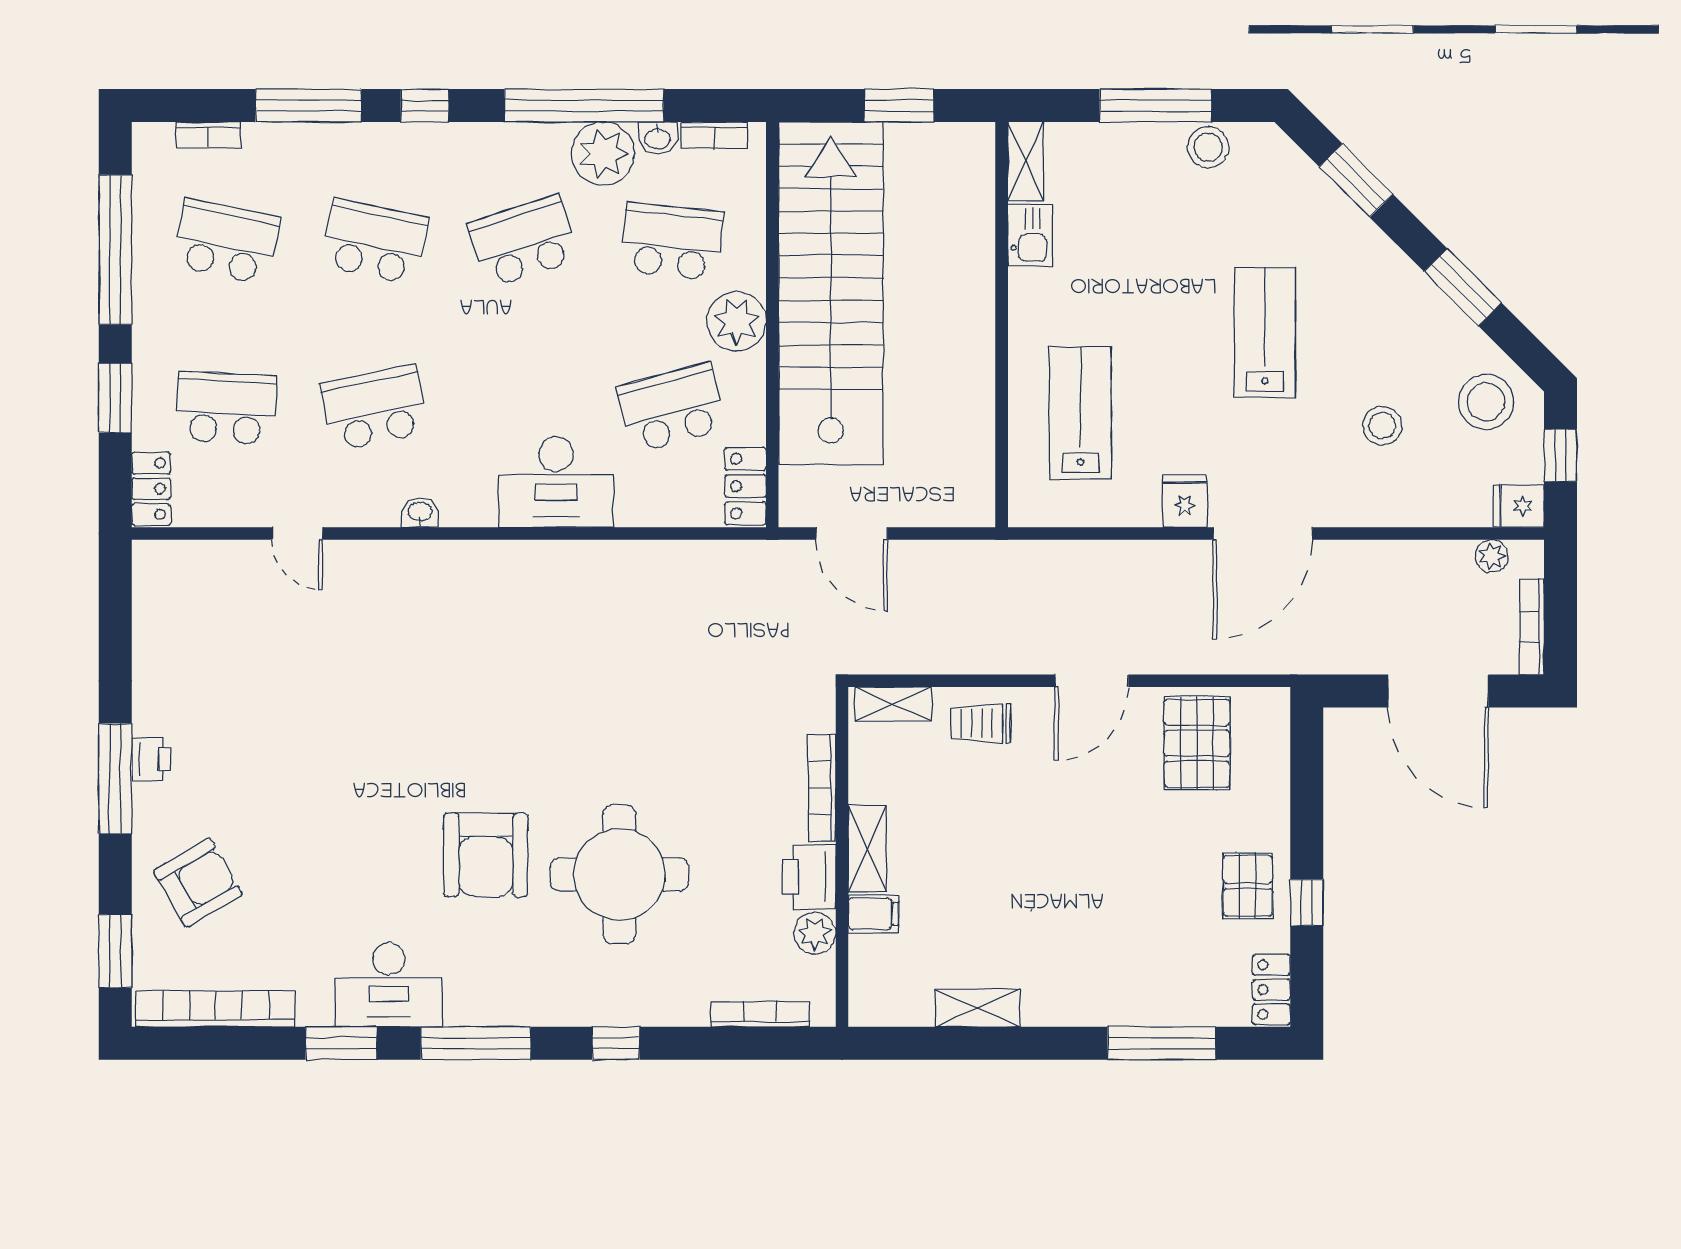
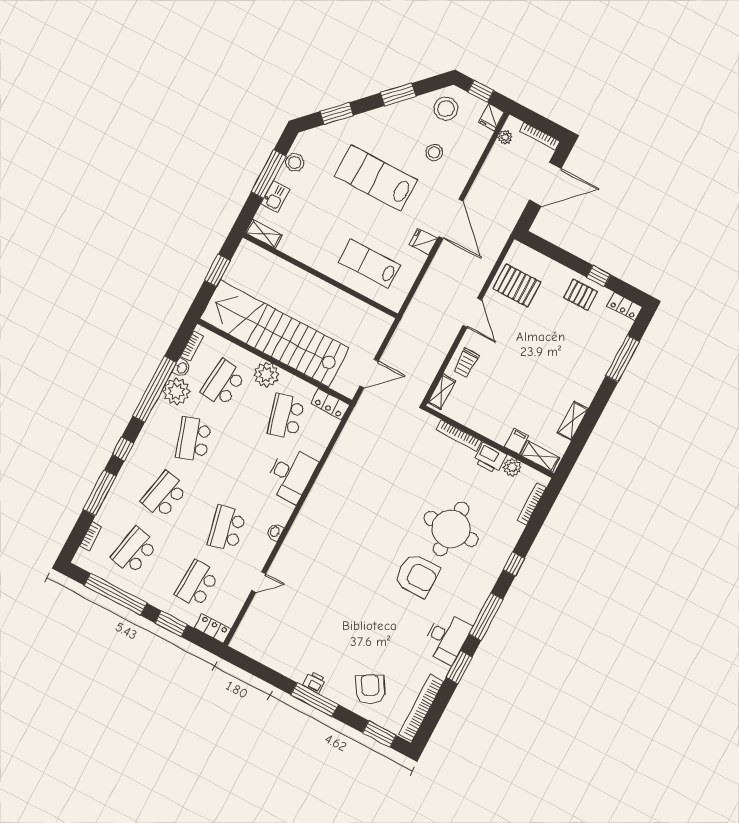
kitchen sink: (1030, 235) -> (275, 196), moved, turned 90
lab bench: (1265, 332) -> (376, 178), width x1.36, depth x1.39
shelving: (867, 849) -> (540, 456), moved

